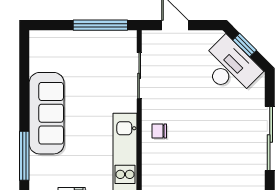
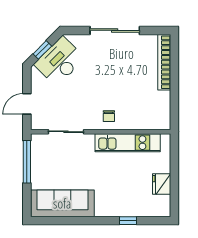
sofa: (47, 113) -> (62, 203), moved
window: (24, 156) -> (128, 221), width x0.46

